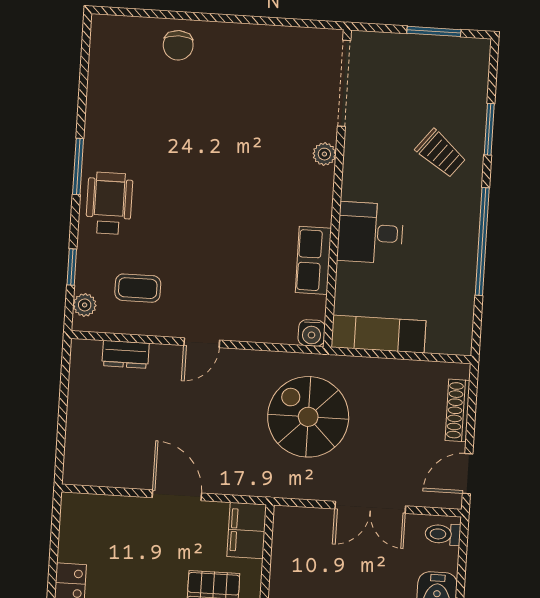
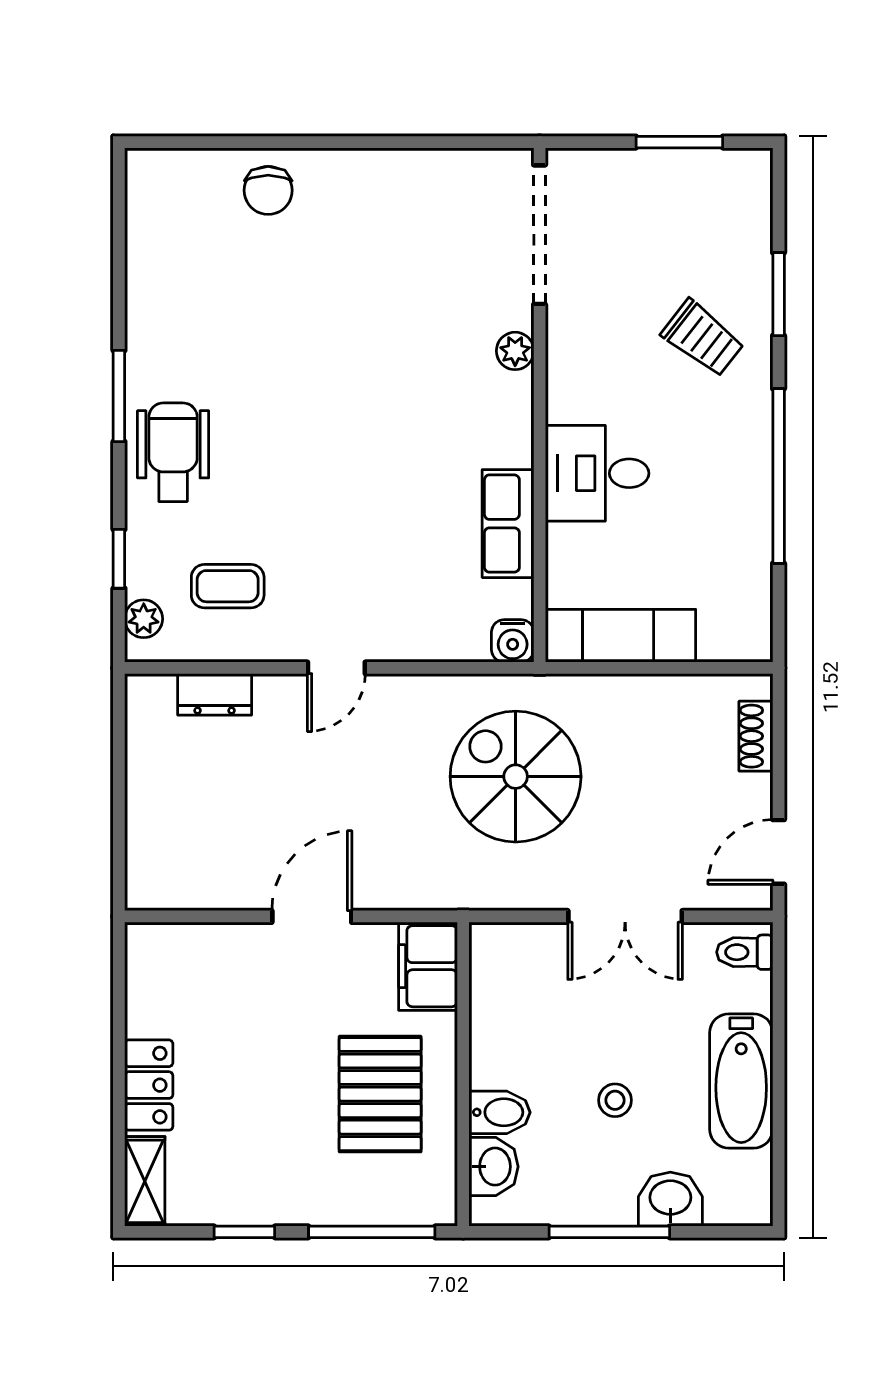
shoe rack: (457, 410) -> (756, 736), width x0.70
door: (177, 495) -> (312, 916), hinge flipped

